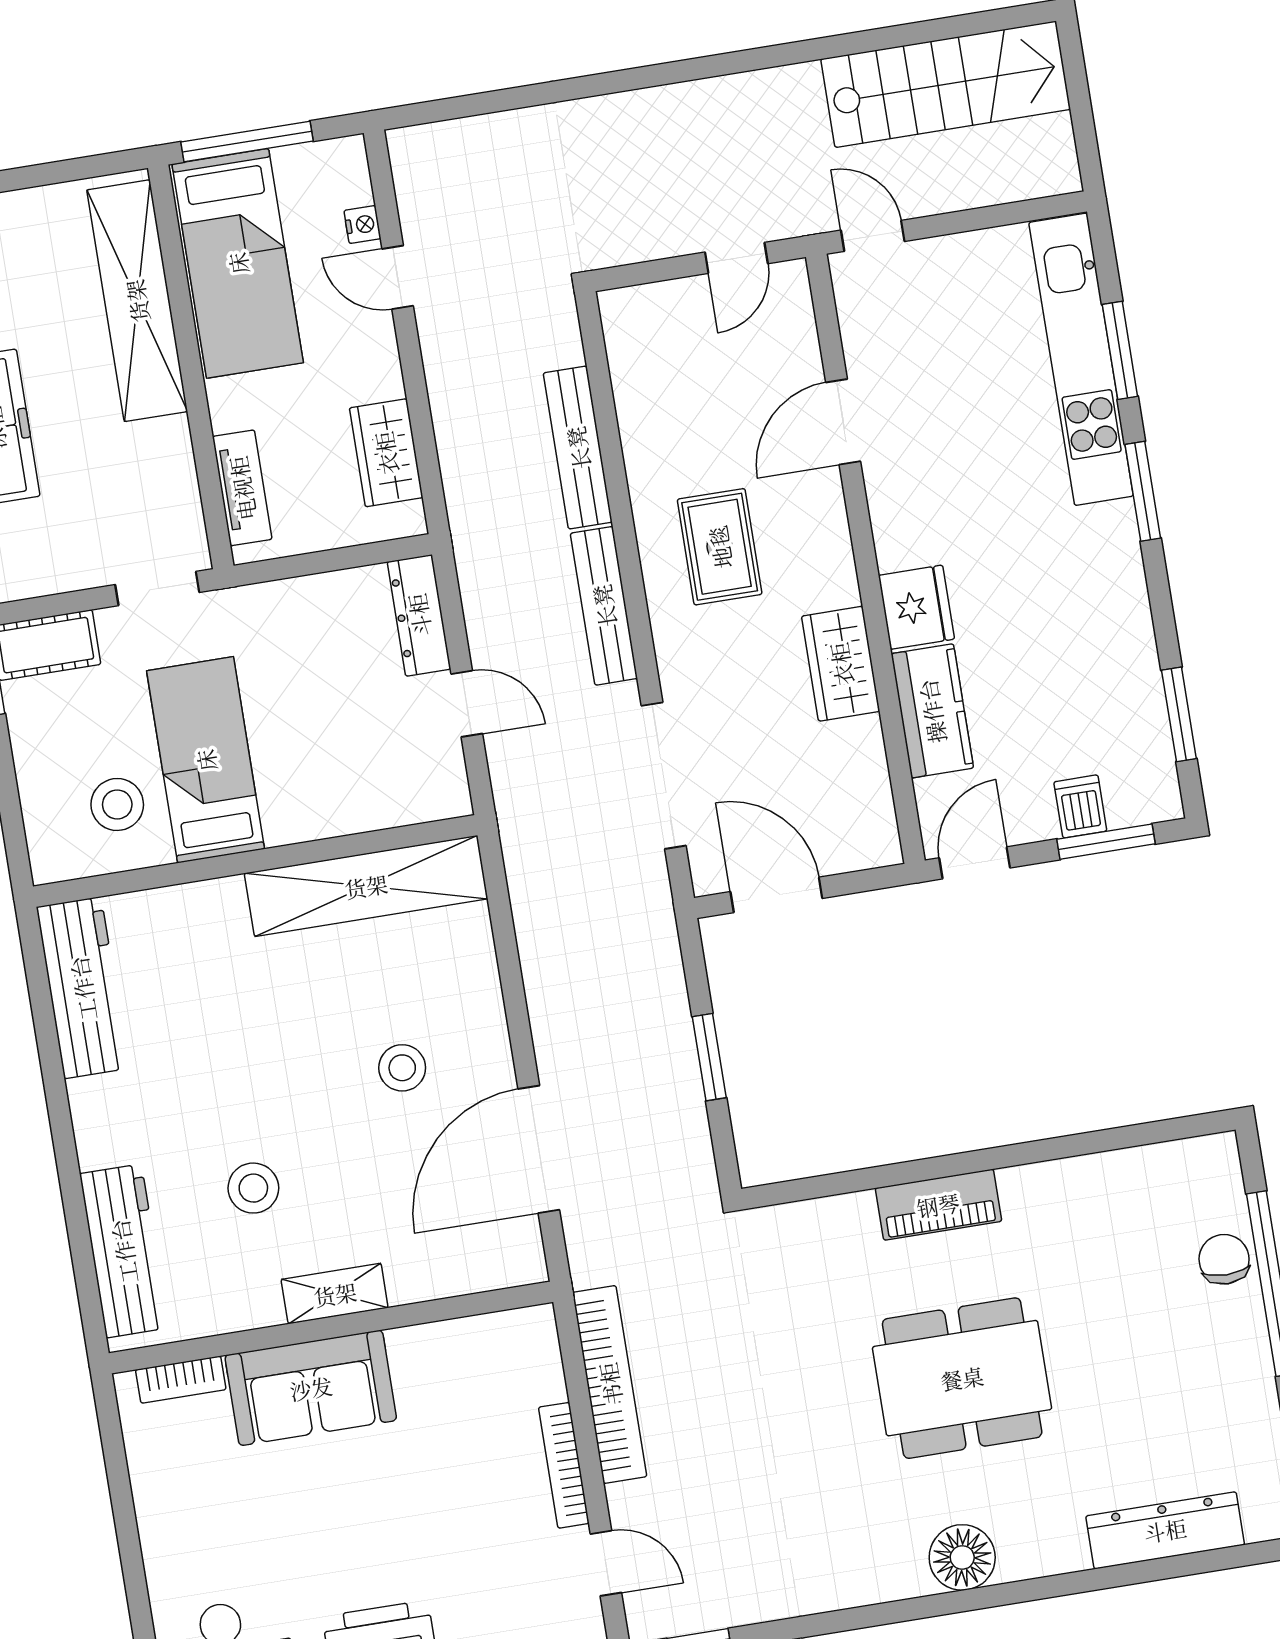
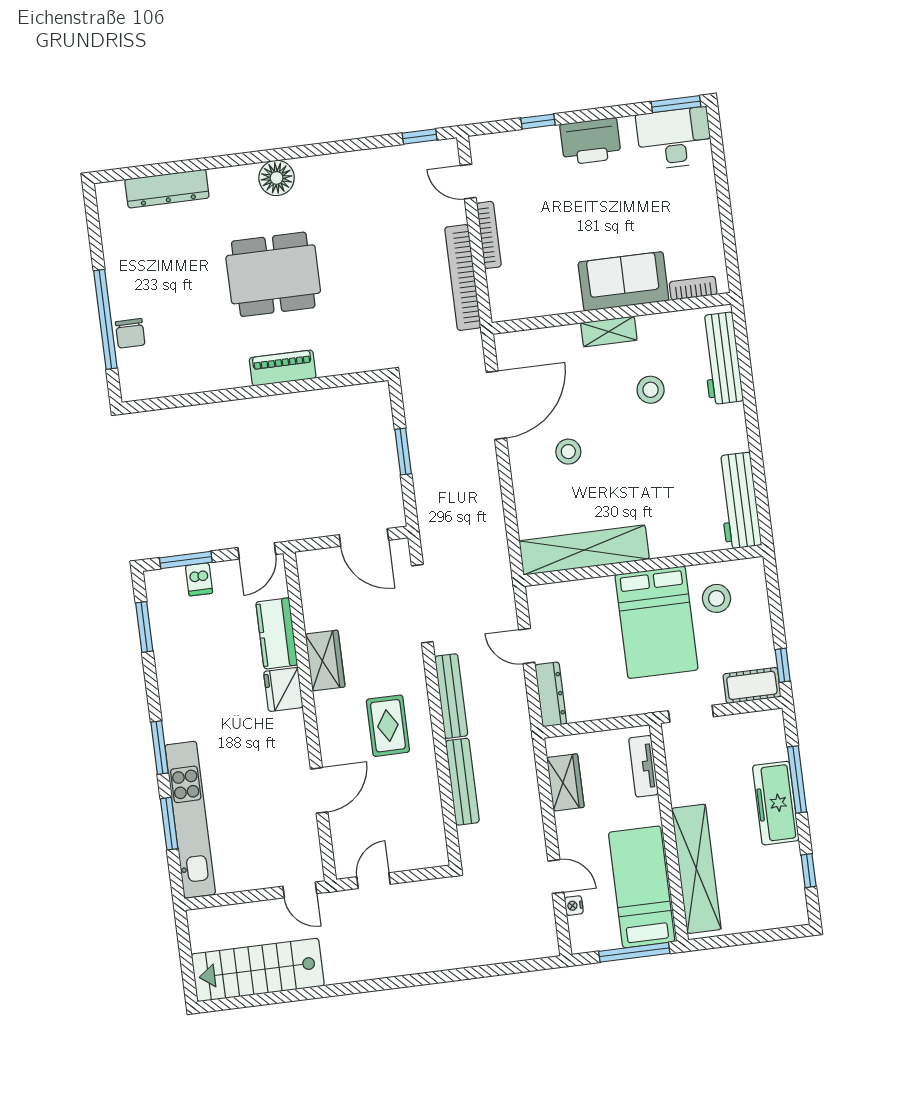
bed: (206, 760) -> (656, 622), width x1.50

